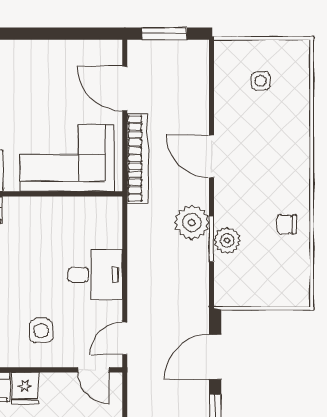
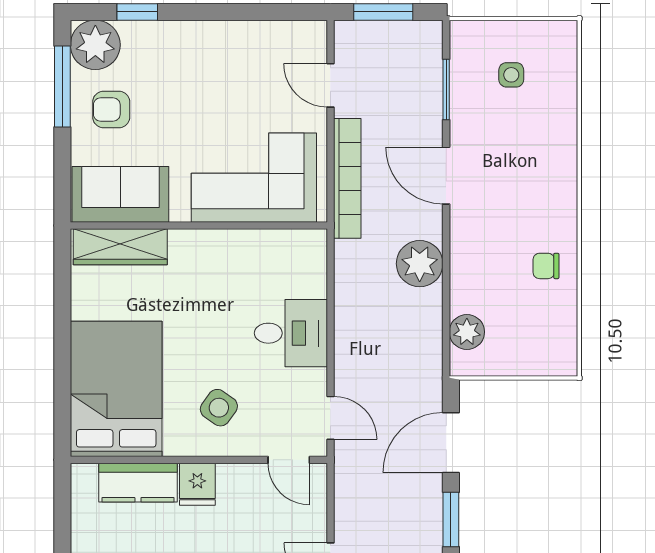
door: (125, 89) -> (330, 85), width x0.73
window: (212, 239) -> (446, 89), moved
plant: (227, 240) -> (467, 332), moved
side table: (41, 331) -> (219, 408), turned 35
door: (125, 338) -> (330, 418), swing flipped

